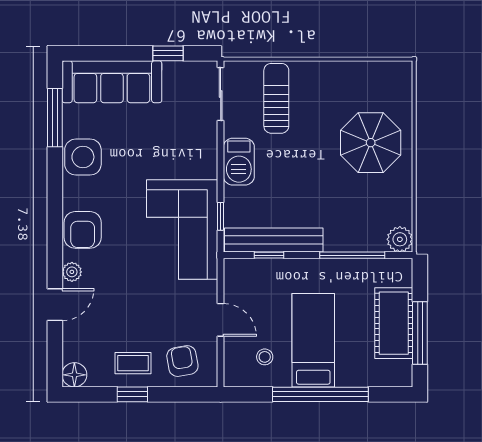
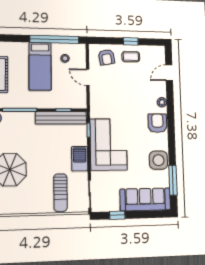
corner sofa: (182, 229) -> (108, 144), moved
door: (55, 305) -> (169, 73), moved
floor lamp: (74, 375) -> (159, 52), removed
window: (320, 394) -> (54, 39), moved

